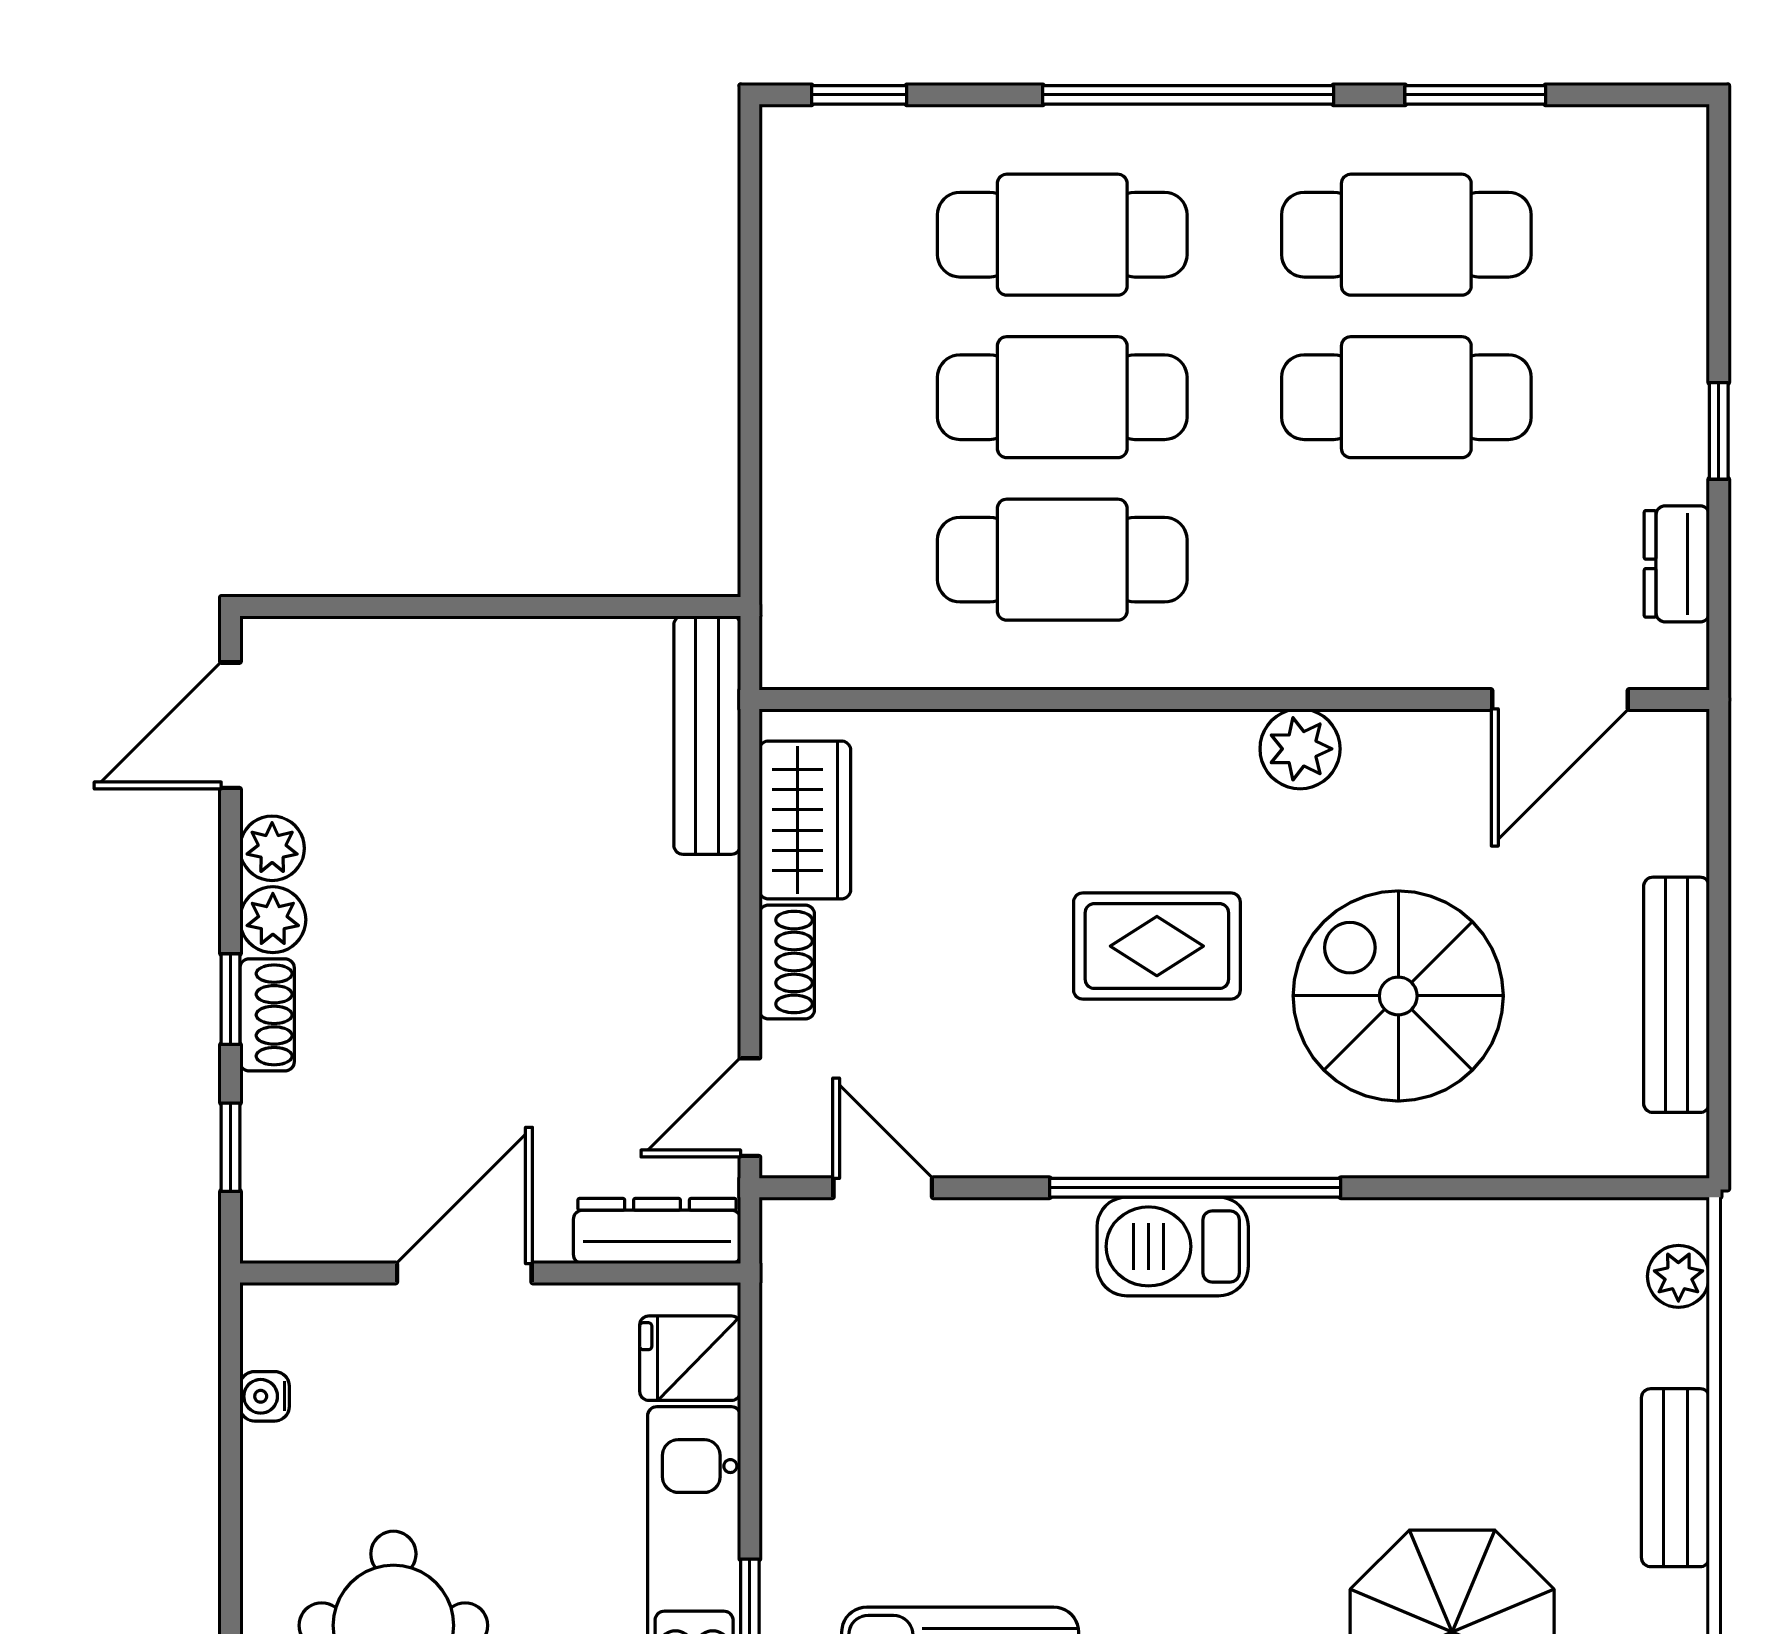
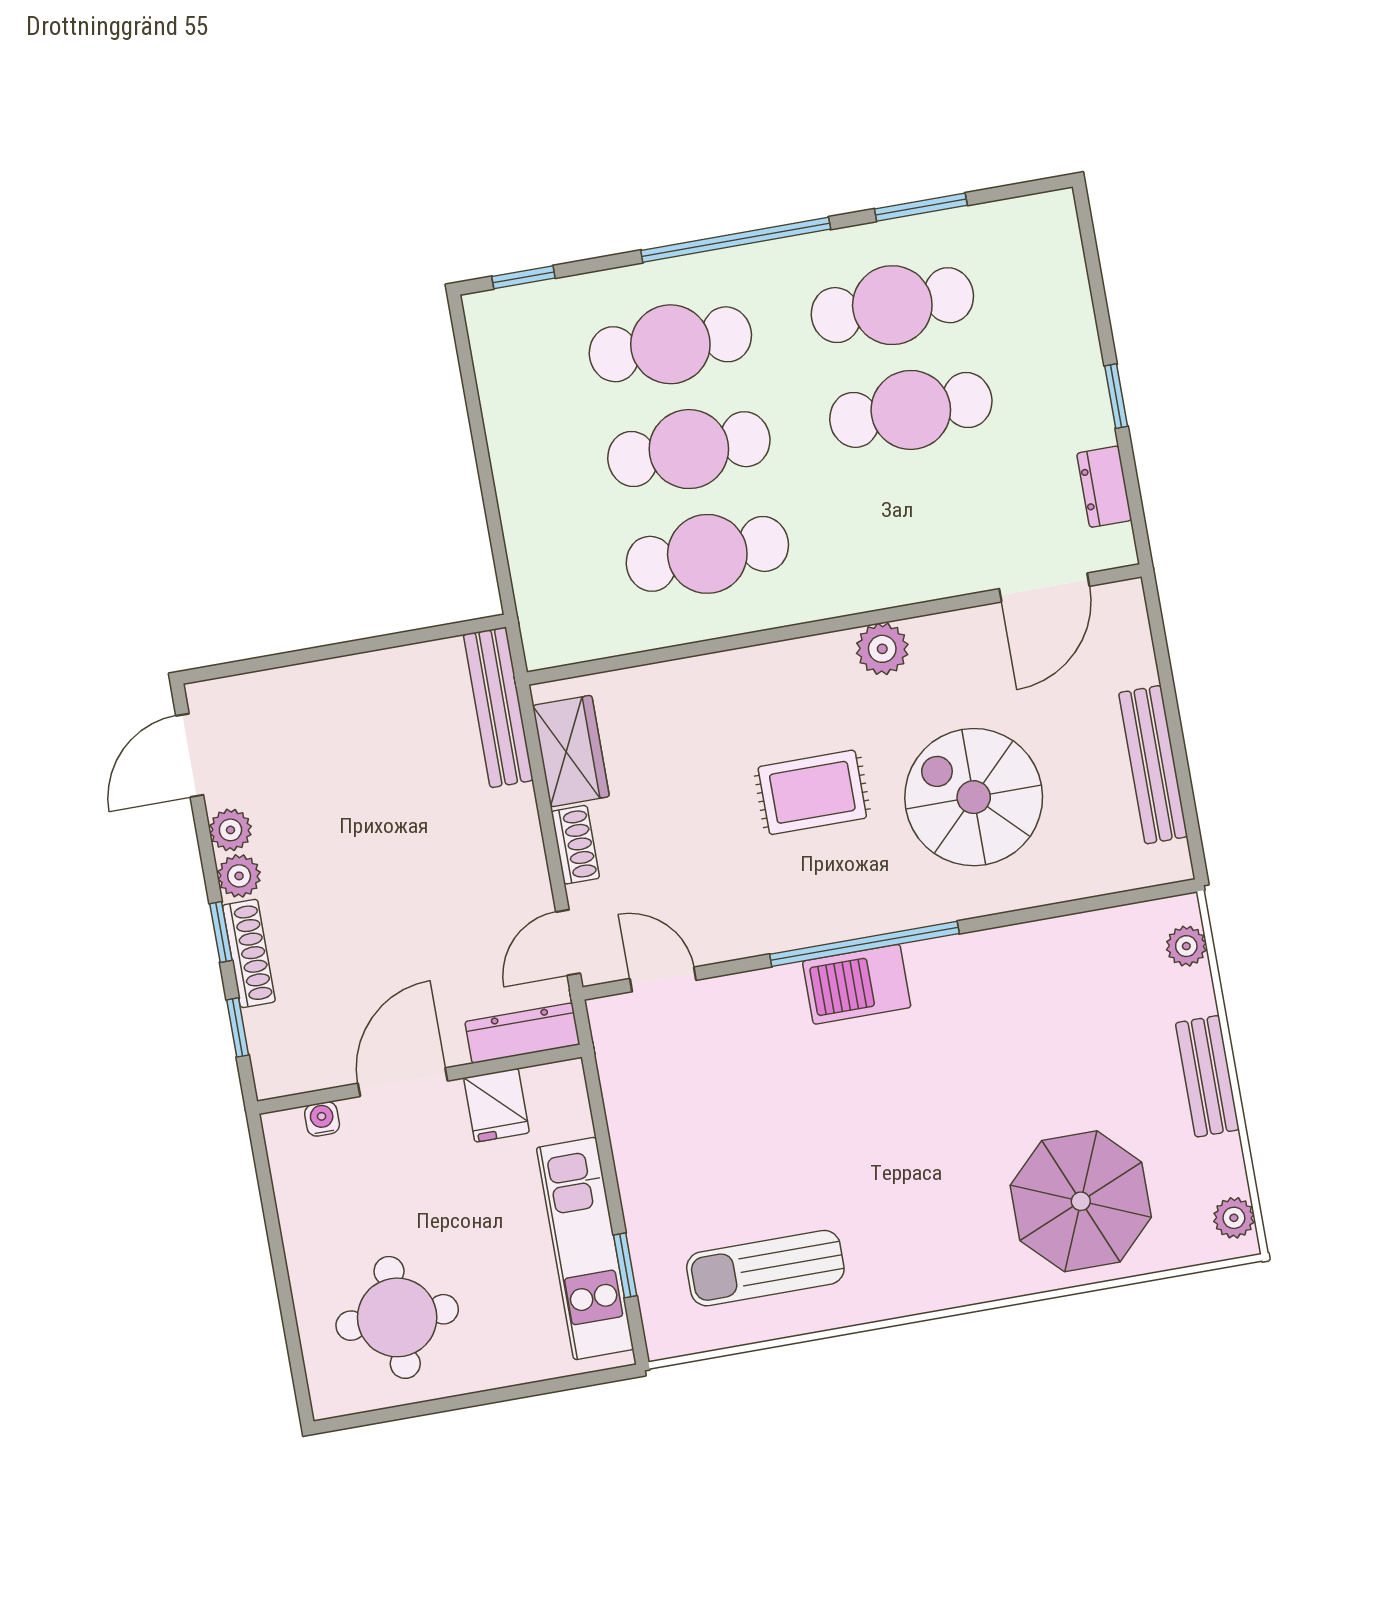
shoe rack: (267, 1015) -> (249, 953), width x1.43
fridge: (690, 1358) -> (497, 1105), moved, turned -90
water cooler: (265, 1396) -> (322, 1119), moved, turned 90

